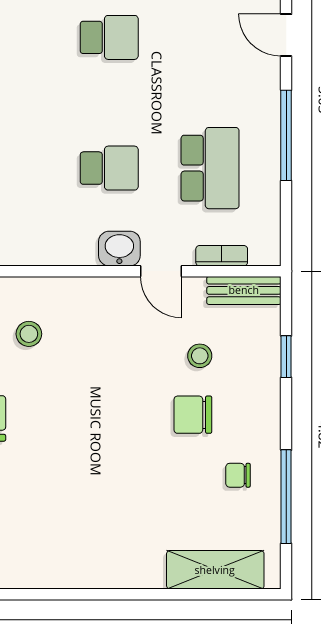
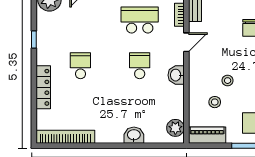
washbasin: (119, 249) -> (176, 75), moved
stool: (200, 356) -> (228, 81), moved

